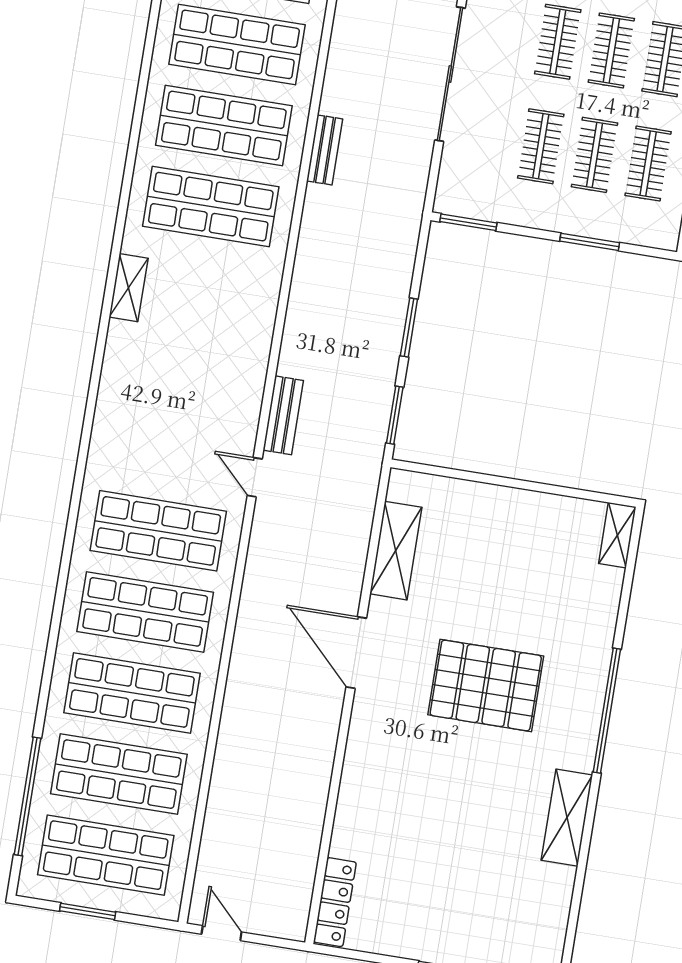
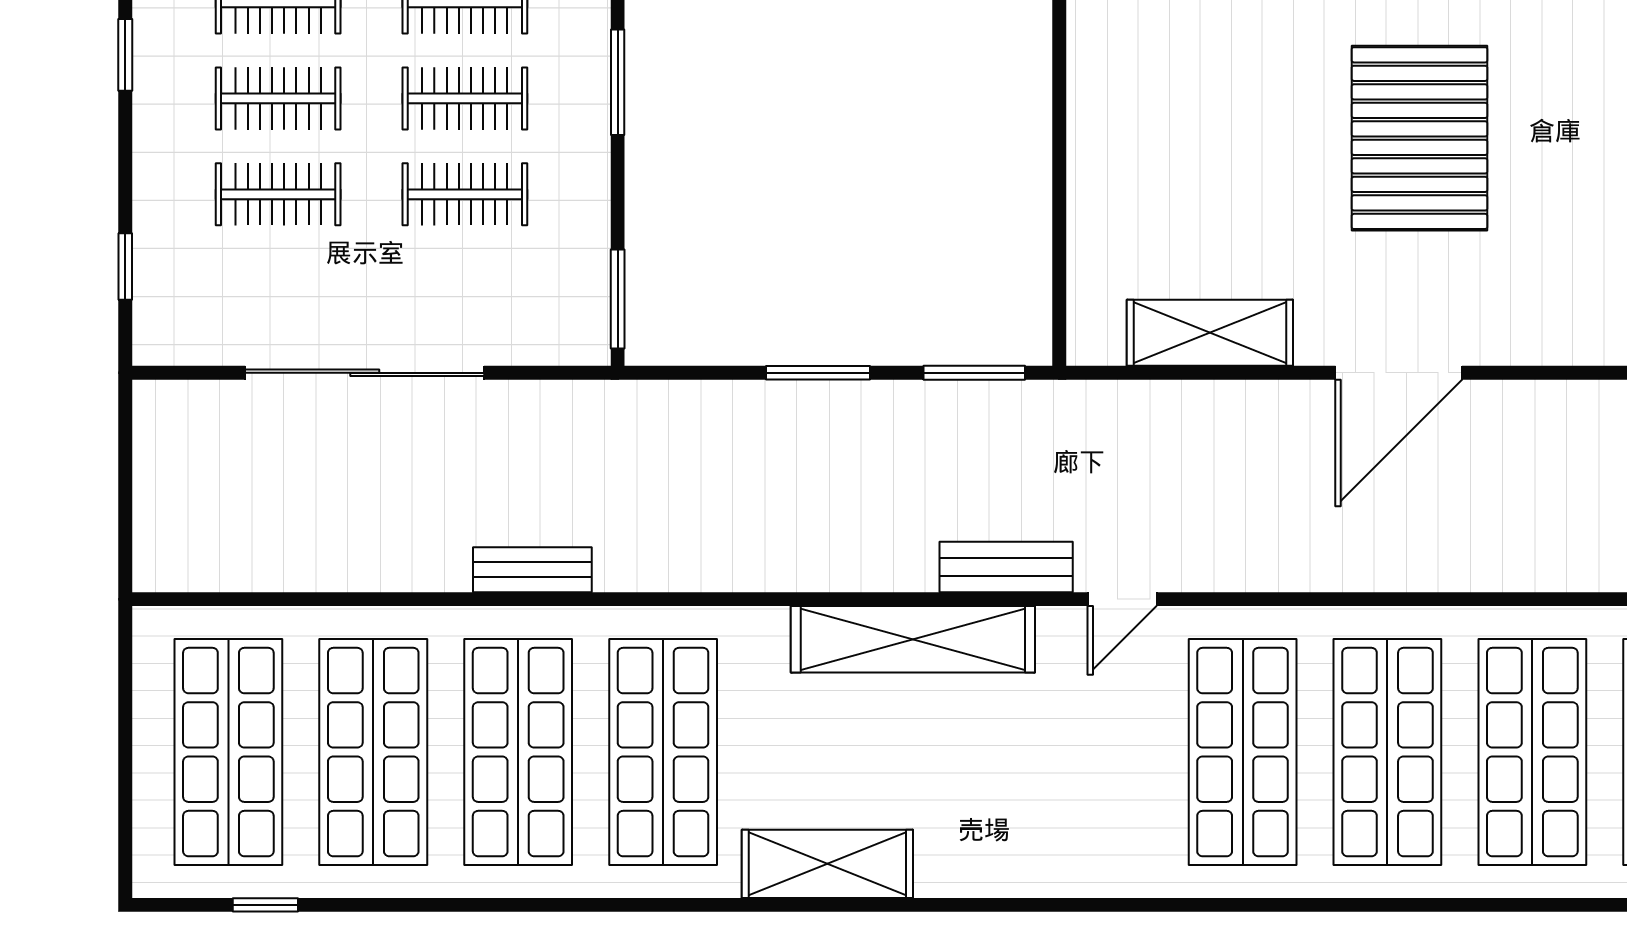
shelving: (129, 288) -> (827, 864), width x1.50, depth x1.33
shelving: (251, 357) -> (913, 639), added

